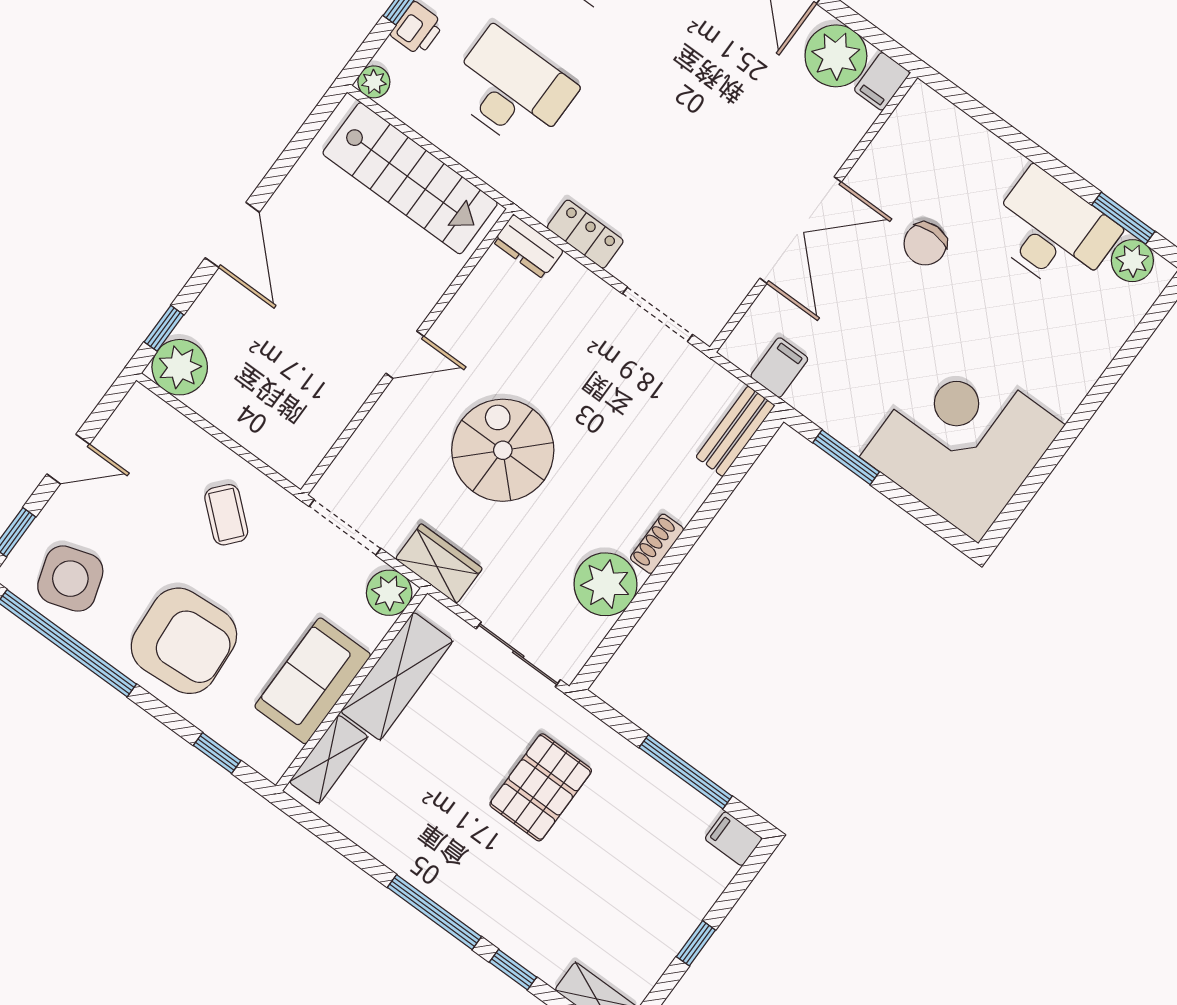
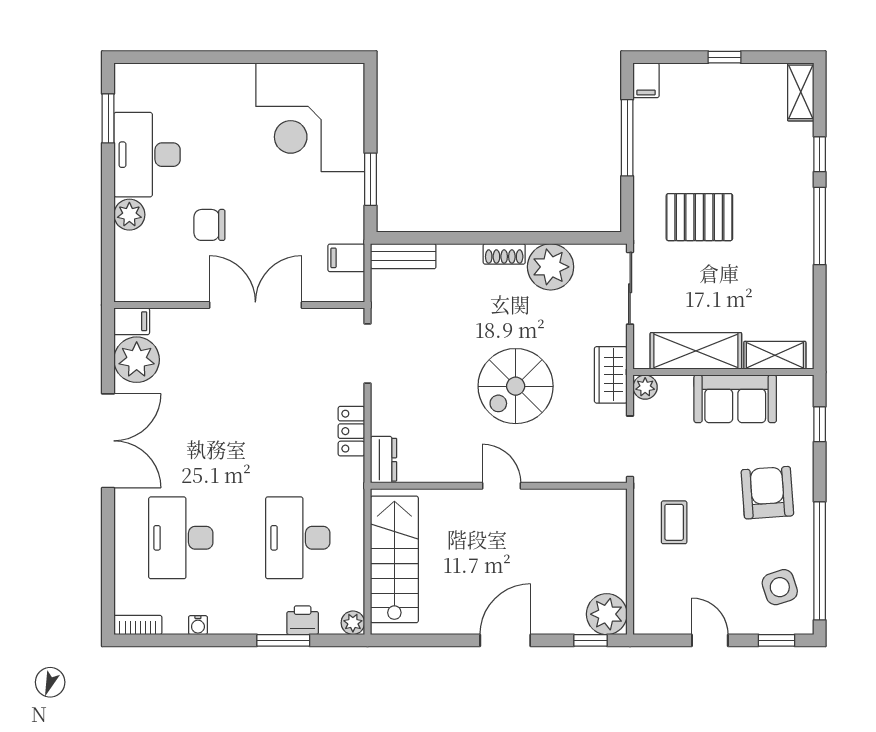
chair: (925, 244) -> (209, 225), turned 180
plant: (1132, 261) -> (129, 215), moved
coffee table: (226, 515) -> (674, 522), turned -41
side table: (70, 579) -> (780, 587), width x0.73, depth x0.73
plant: (389, 593) -> (645, 387), width x0.73, depth x0.73
armchair: (184, 641) -> (767, 493), width x0.73, depth x0.73

